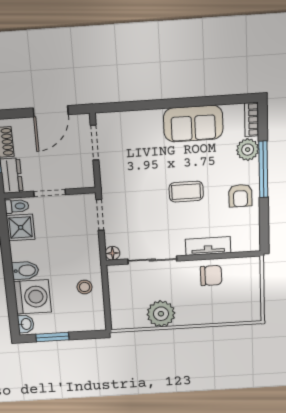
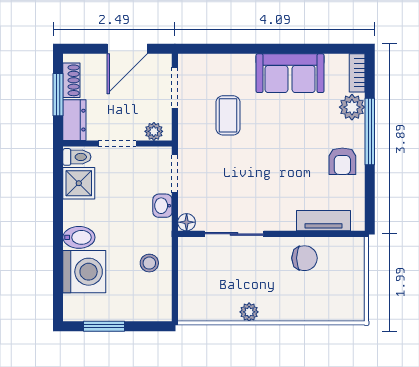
plant: (80, 181) -> (154, 131), added
coffee table: (186, 192) -> (228, 115), moved, turned 90
tv unit: (208, 246) -> (324, 221), moved
plant: (161, 314) -> (249, 312), width x0.53, depth x0.53
washbasin: (26, 324) -> (162, 206), moved, turned 180

